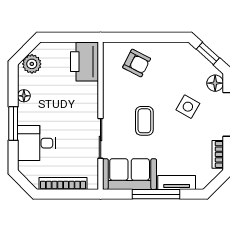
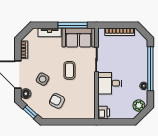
printer: (84, 62) -> (104, 112), width x0.53, depth x0.68
armchair: (137, 63) -> (57, 101), moved
window: (13, 123) -> (150, 69), width x2.11
desk: (37, 143) -> (109, 83), moved, turned 180
window: (156, 194) -> (73, 25), moved

